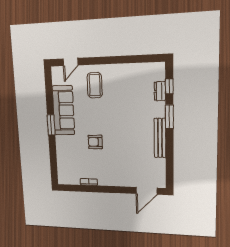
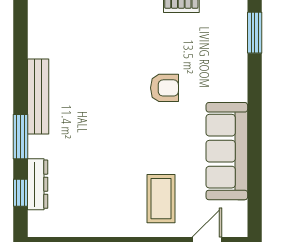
dresser: (160, 91) -> (38, 184), width x1.44
window: (51, 125) -> (255, 33), moved

